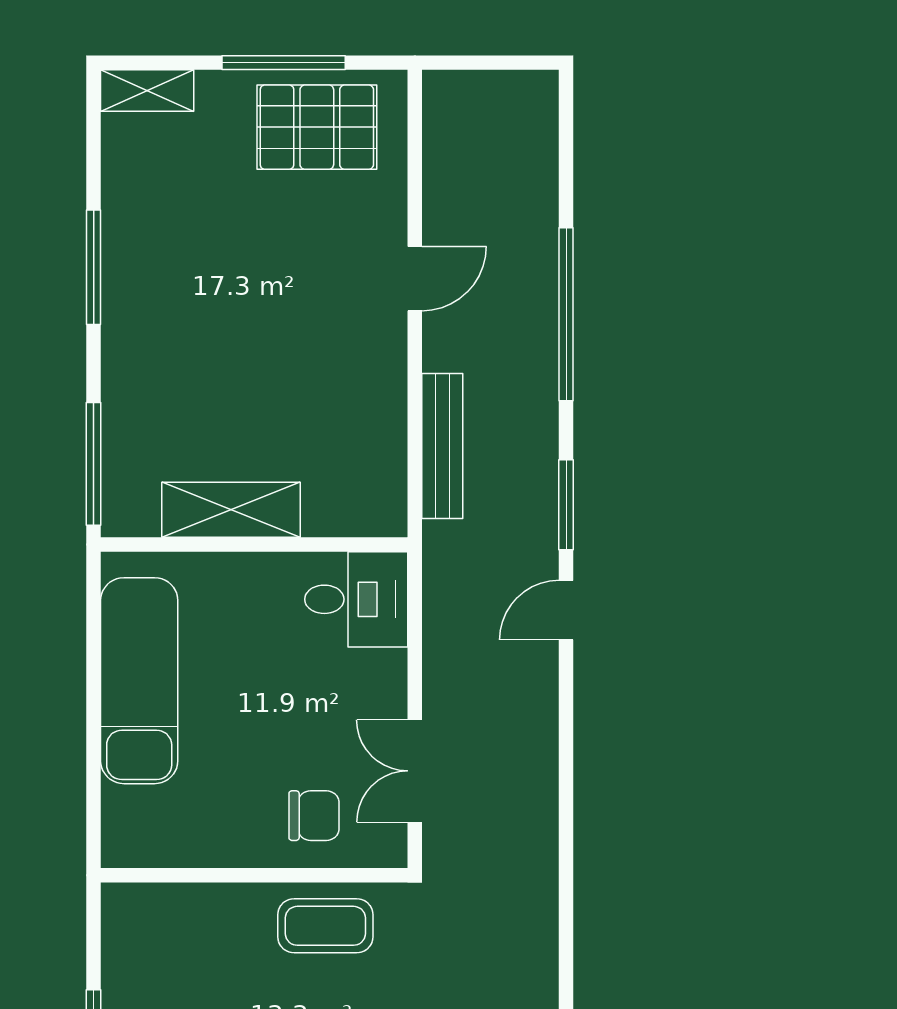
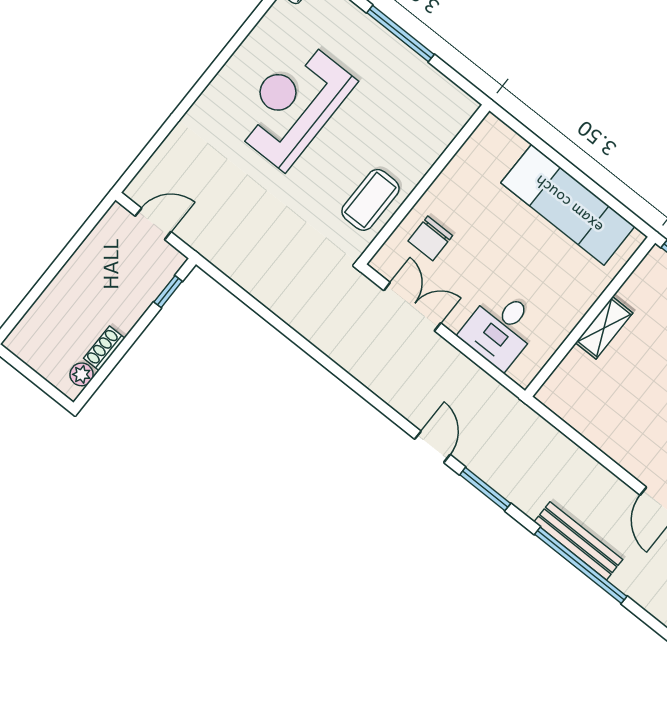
bench: (442, 446) -> (578, 541), moved
shelving: (231, 510) -> (604, 328), width x0.67, depth x0.75
desk: (356, 599) -> (500, 329), moved

